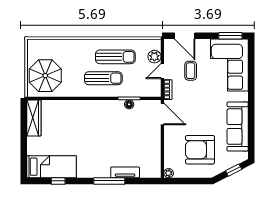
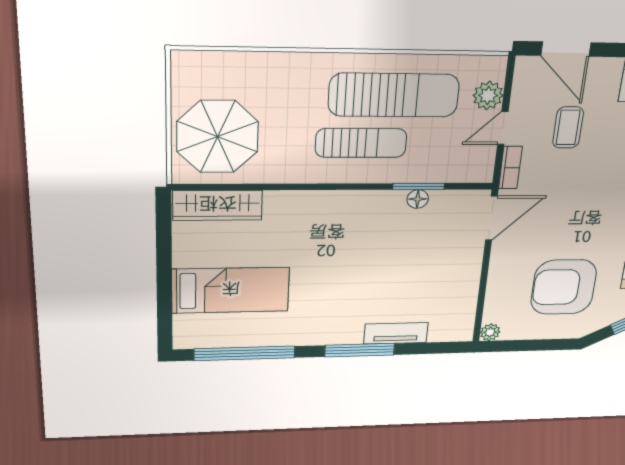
sun lounger: (115, 57) -> (394, 95), width x1.36, depth x1.34
door: (162, 114) -> (491, 218), hinge flipped
wardrobe: (34, 118) -> (218, 205), moved, turned 90
bed: (52, 167) -> (231, 290), moved
window: (58, 181) -> (245, 353), width x3.17

